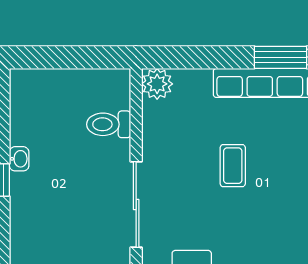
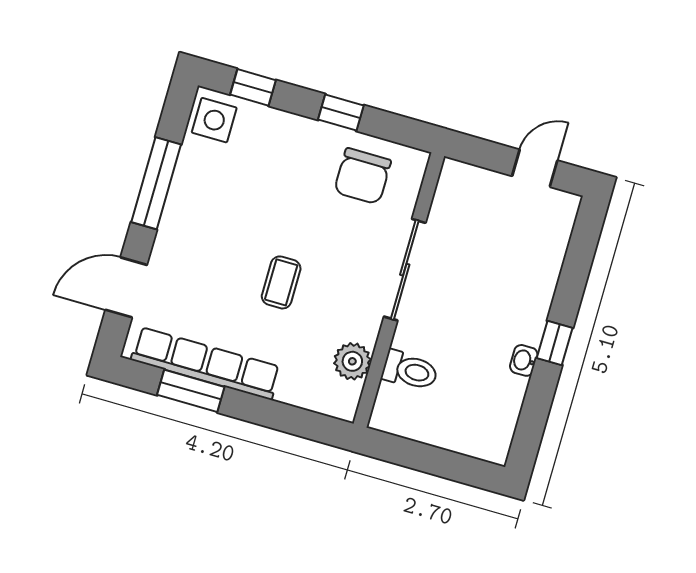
plant: (157, 84) -> (352, 361), moved

